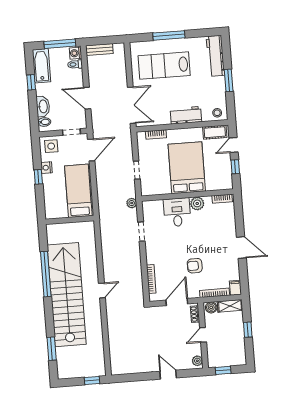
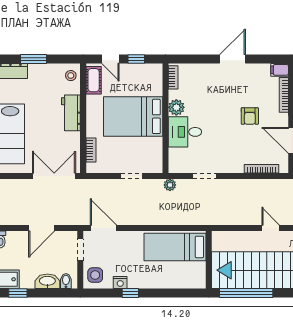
bed: (78, 191) -> (175, 247), moved
wall: (70, 220) -> (209, 260), moved

